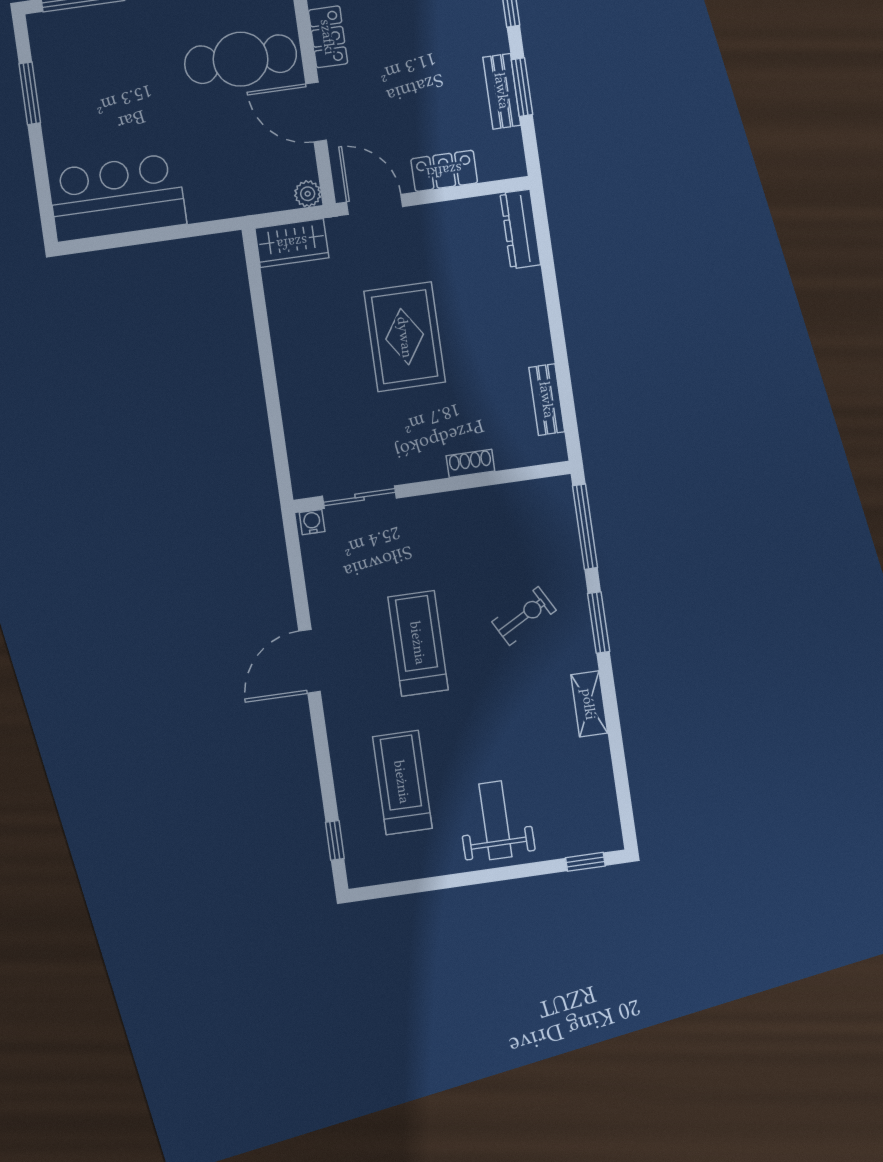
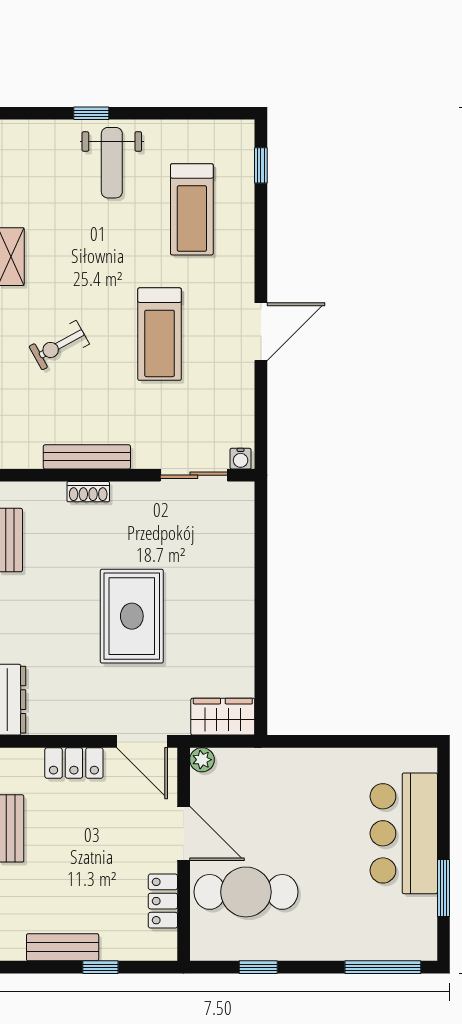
bar counter: (117, 197) -> (404, 833), moved, turned 90
bench: (477, 500) -> (87, 457), added
window: (585, 862) -> (91, 113), moved

